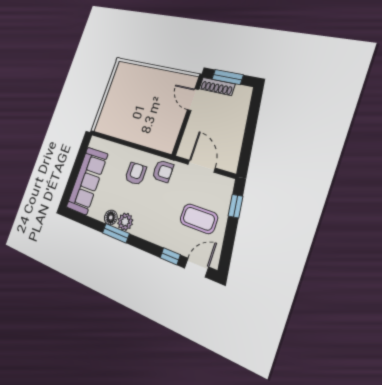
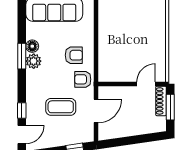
armchair: (163, 171) -> (83, 79), turned 90
coffee table: (199, 219) -> (61, 107), moved, turned 90
door: (196, 268) -> (22, 134), hinge flipped

